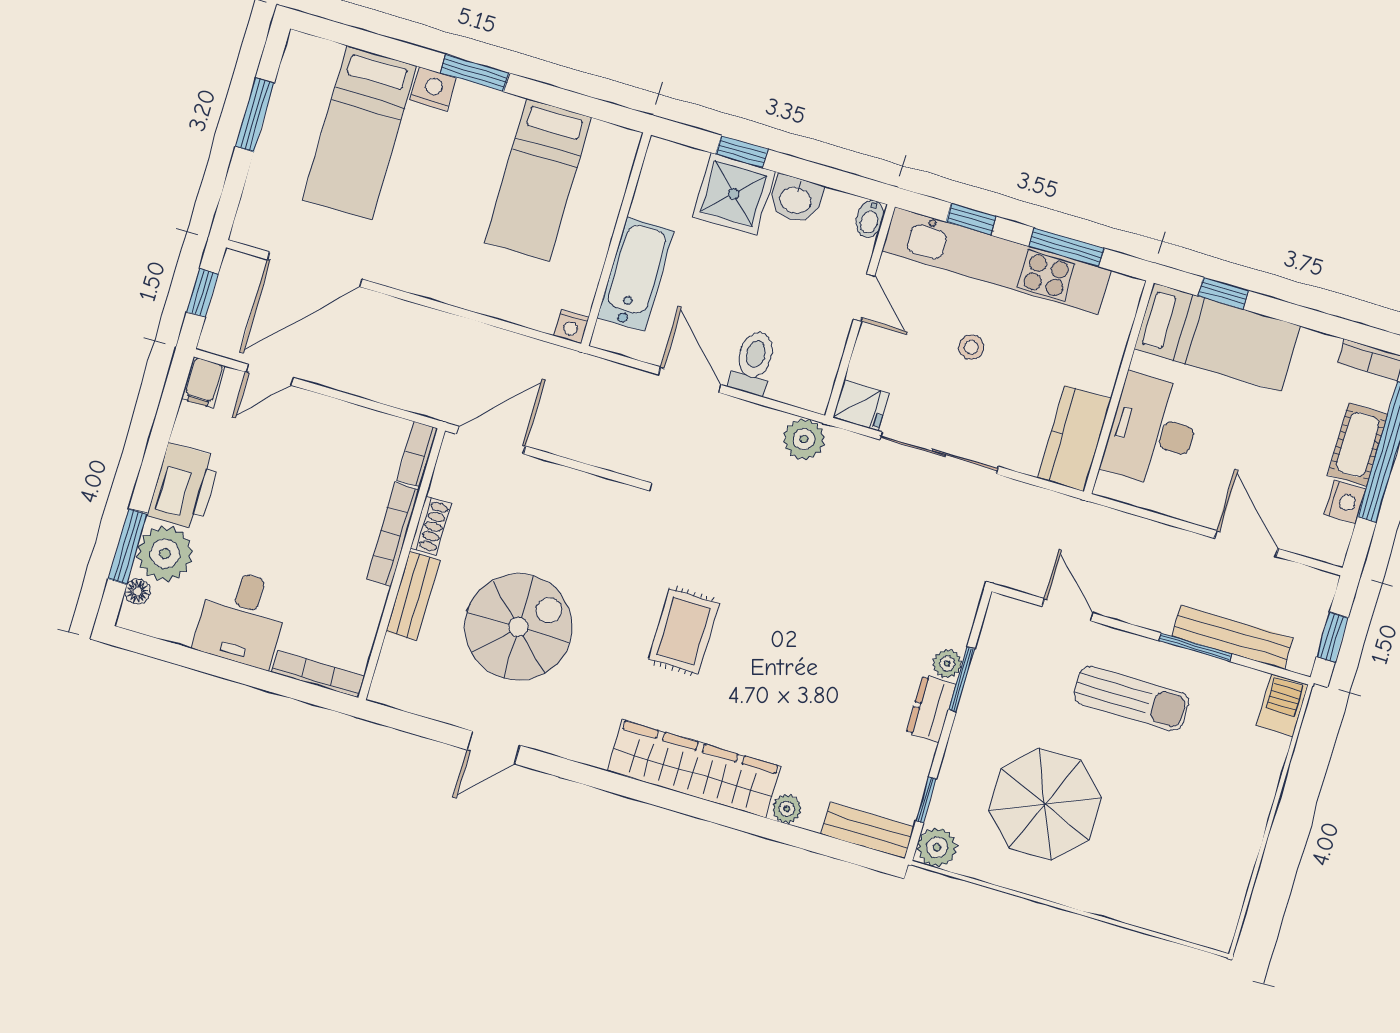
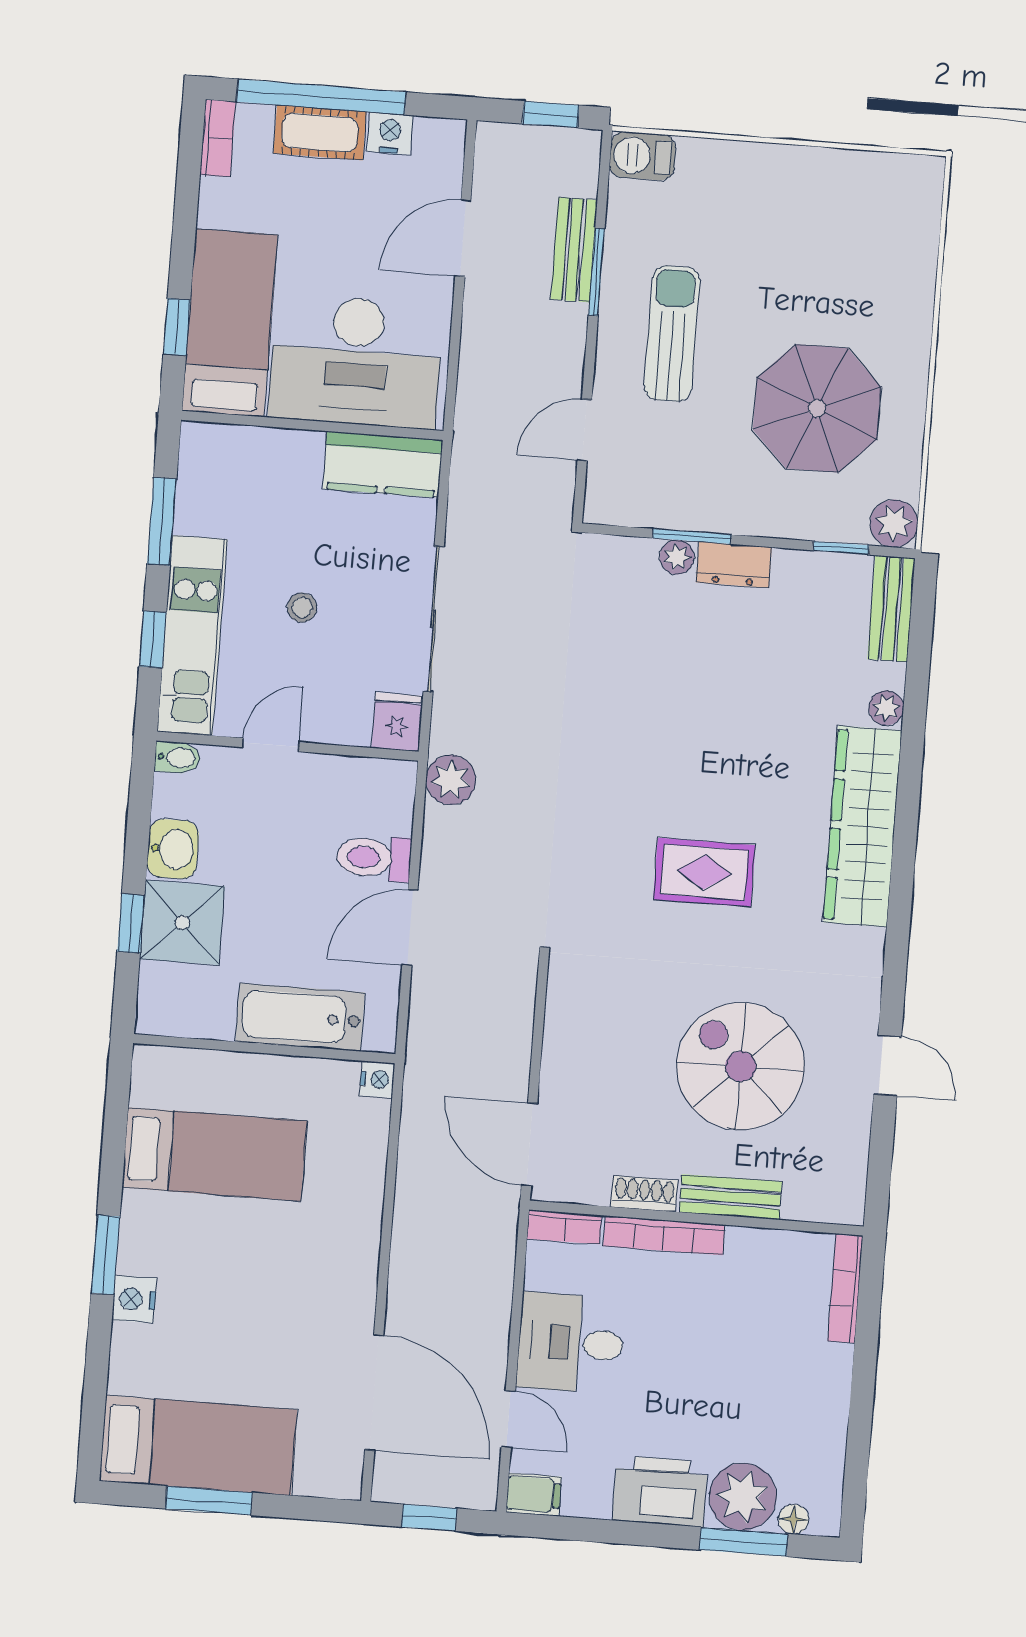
bed: (359, 133) -> (198, 1445), moved
kitchen unit: (996, 261) -> (192, 635), width x0.73
desk: (1152, 431) -> (356, 361), width x1.36, depth x1.30
desk: (242, 618) -> (571, 1343), moved, turned 180
bench: (1232, 637) -> (574, 250), width x0.73

